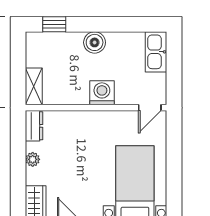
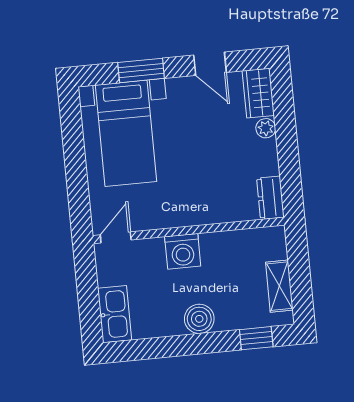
shelving: (34, 86) -> (279, 286), moved
plant: (33, 159) -> (266, 128), moved

